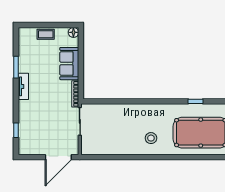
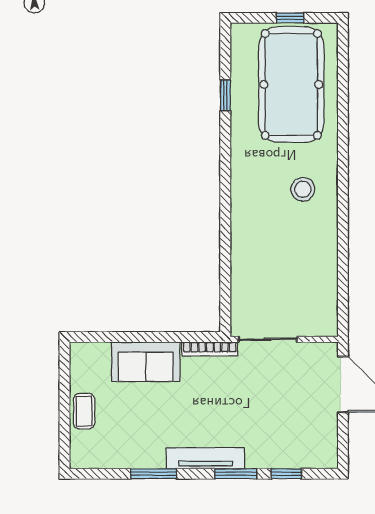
floor lamp: (73, 32) -> (80, 353), removed
tv unit: (23, 86) -> (205, 458), width x1.41
window: (16, 106) -> (236, 474), added

